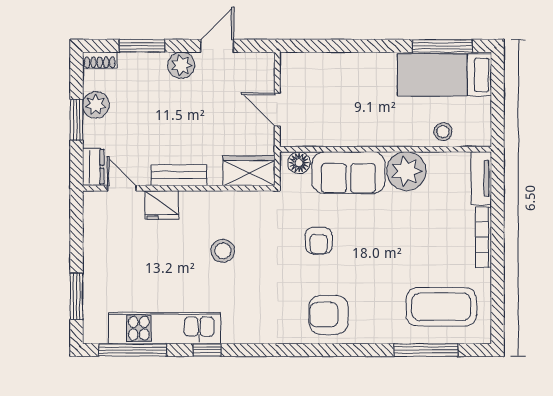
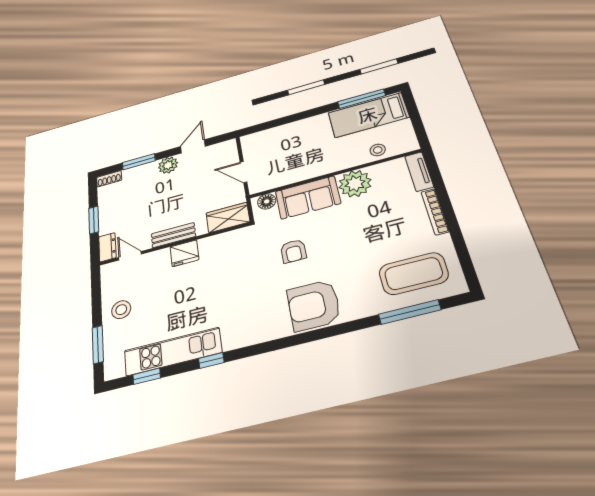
plant: (96, 105) -> (108, 207), removed
fridge: (161, 205) -> (184, 253), moved
stool: (223, 251) -> (121, 310), moved
armchair: (329, 315) -> (314, 305), width x1.36, depth x1.36
window: (132, 350) -> (147, 376), width x0.46

